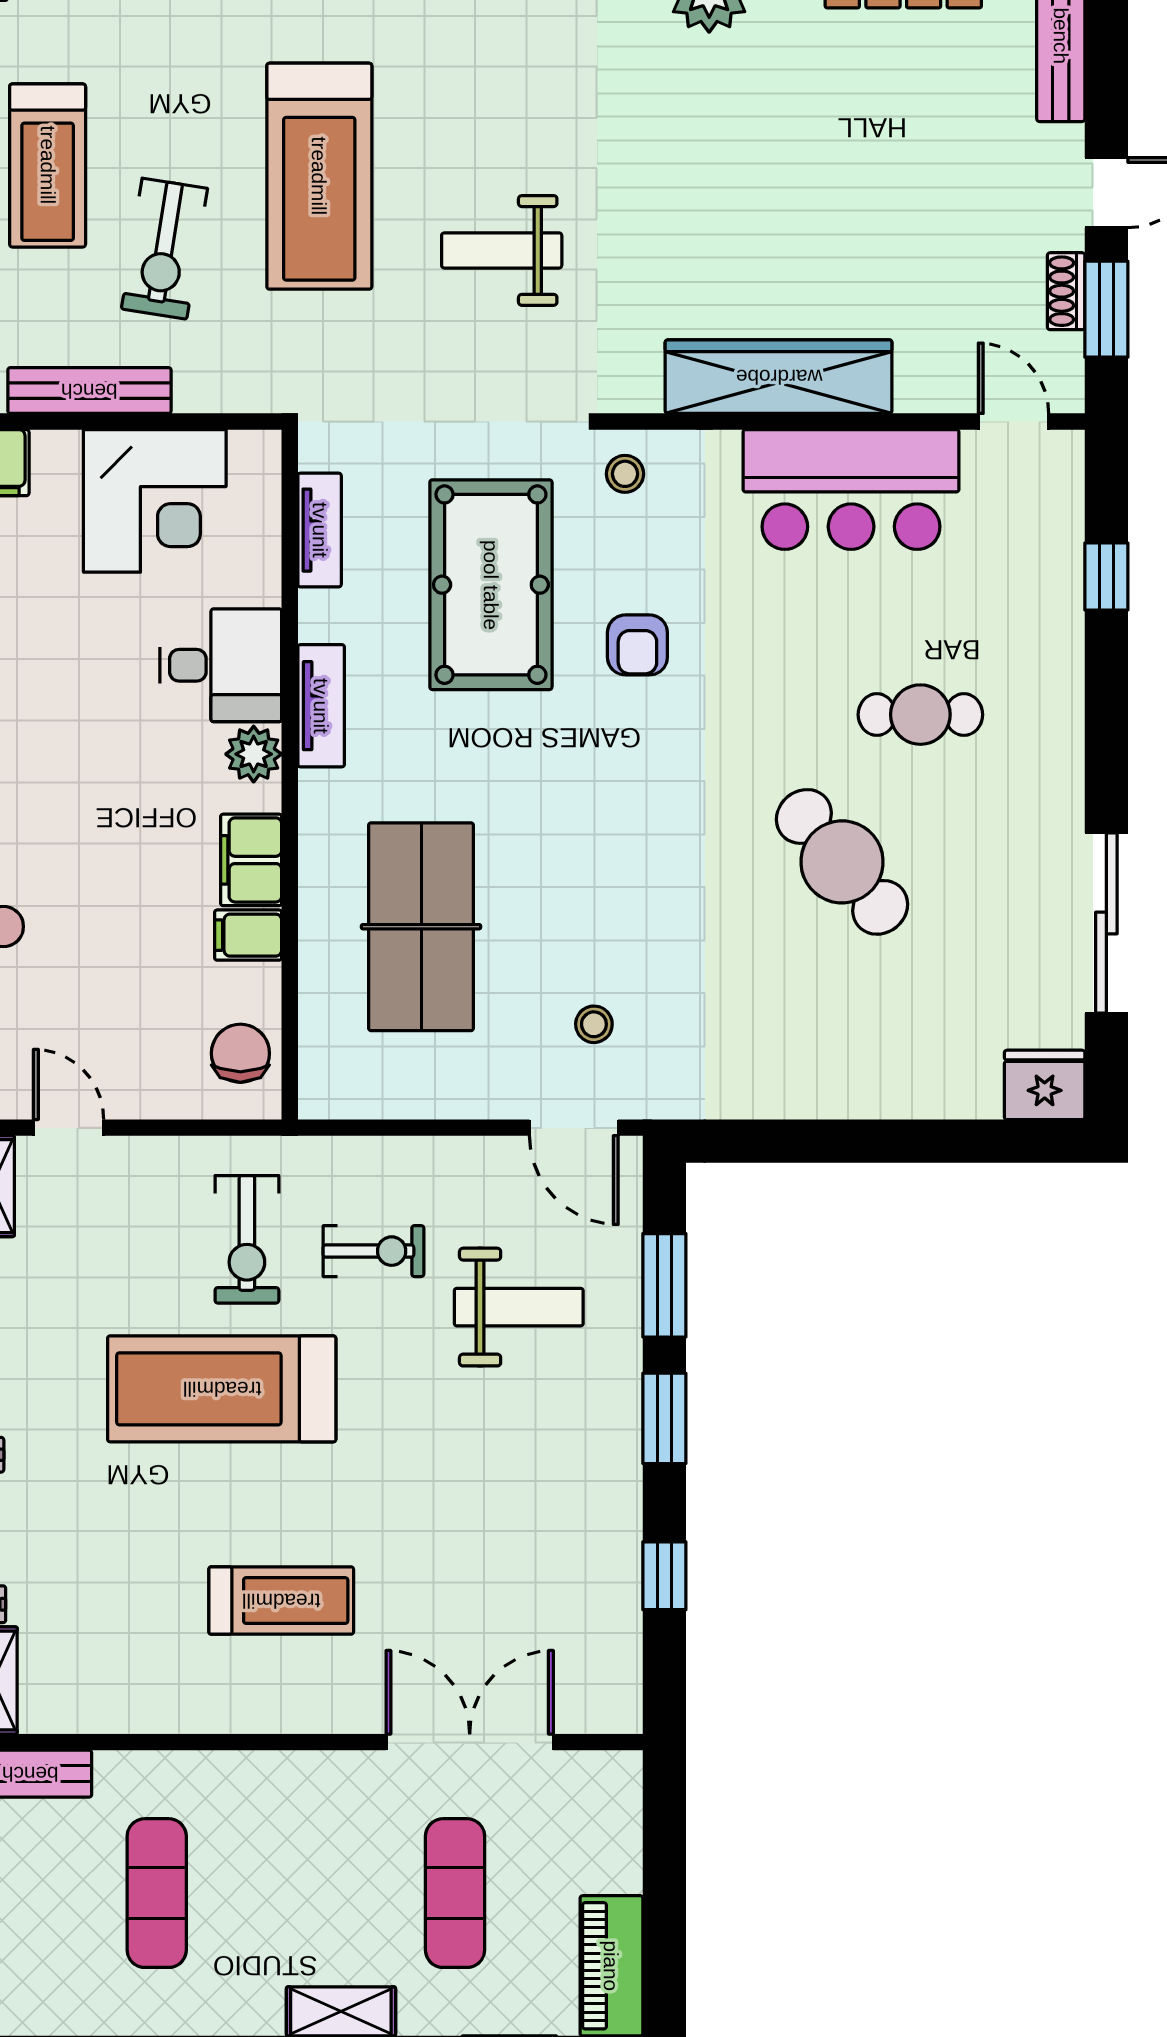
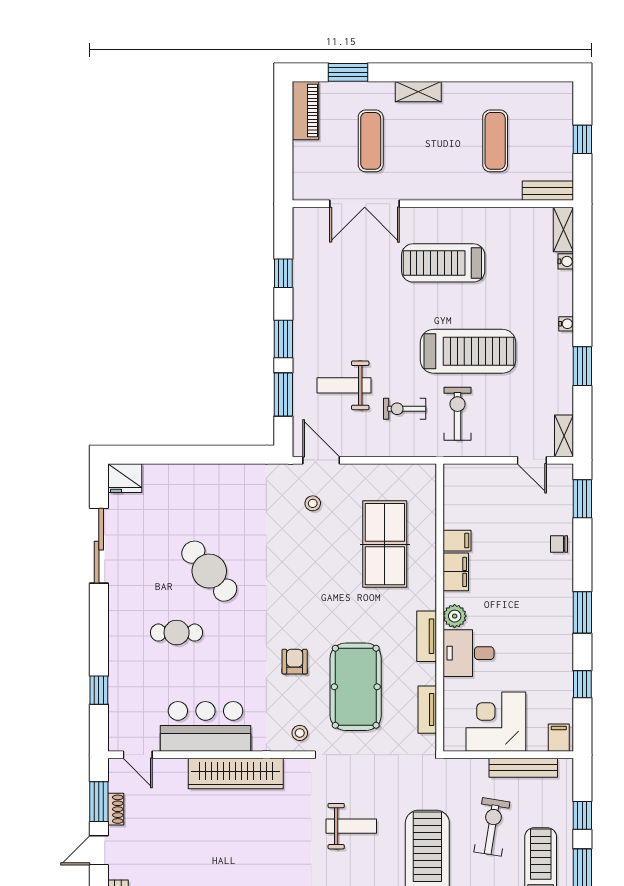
chair: (240, 1053) -> (460, 491), removed
treadmill: (281, 1601) -> (443, 263), width x1.37, depth x1.38

